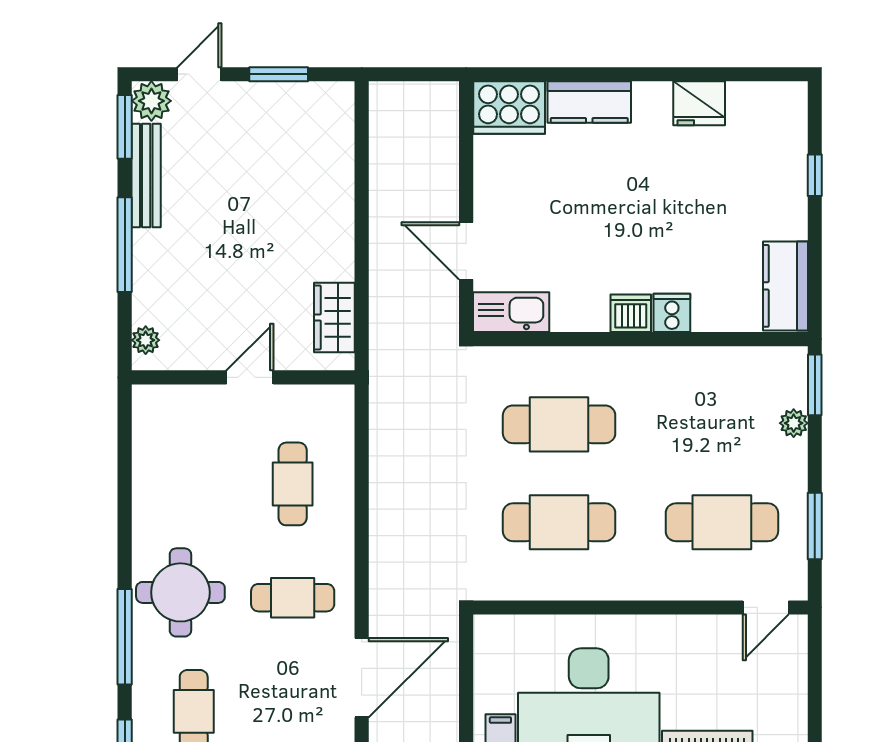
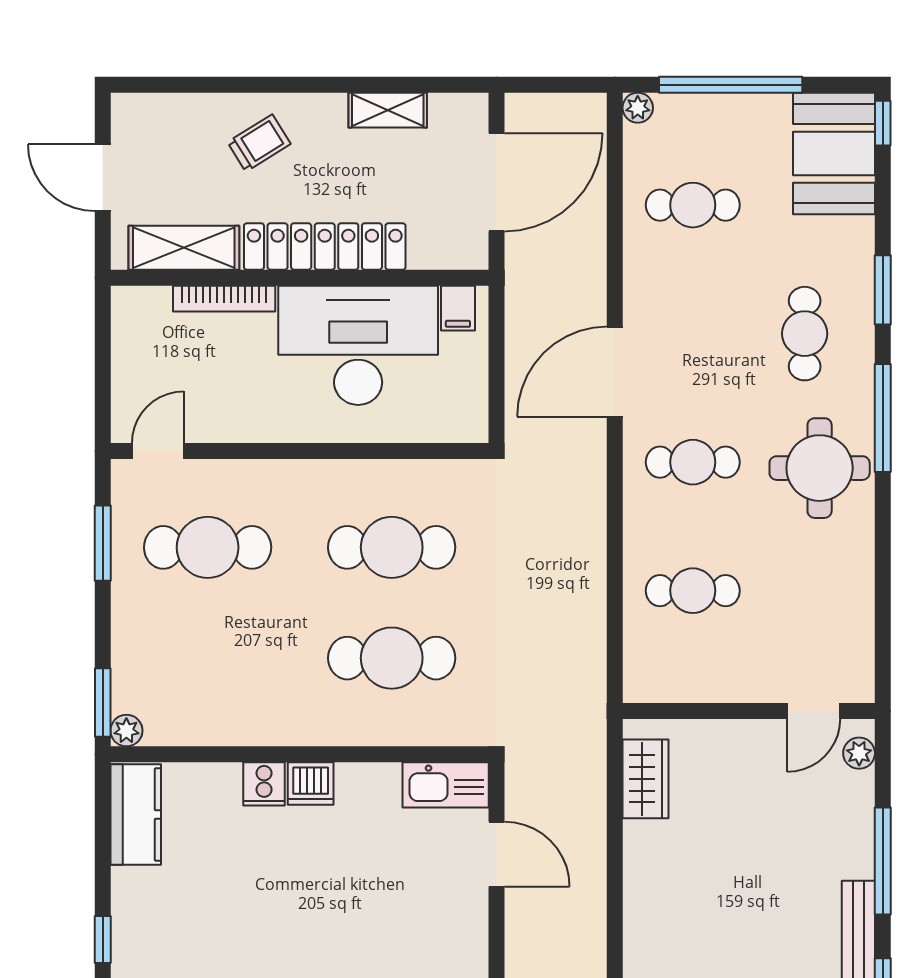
door: (250, 377) -> (814, 711), moved
plant: (794, 423) -> (126, 731), moved
cafe table: (293, 484) -> (693, 591), turned 90

